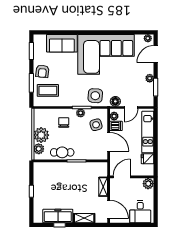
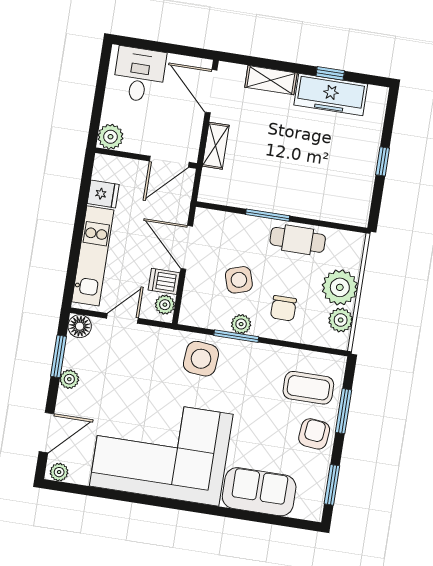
floor lamp: (115, 101) -> (80, 326), moved
side table: (96, 125) -> (239, 280), moved
plant: (39, 149) -> (341, 320), moved

